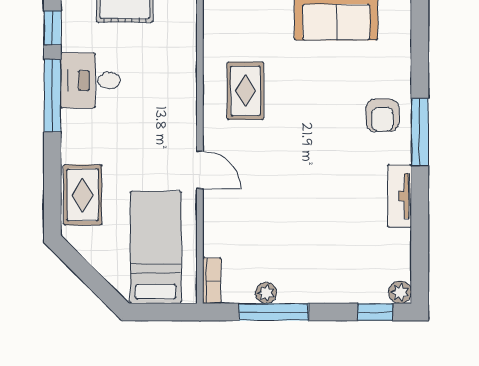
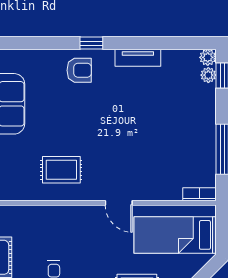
window: (420, 132) -> (91, 43), width x0.46
door: (200, 170) -> (119, 203), swing flipped
plant: (266, 293) -> (208, 75), moved

